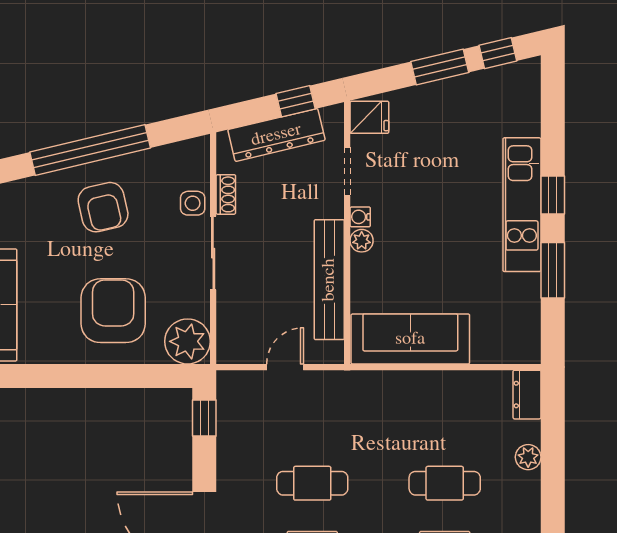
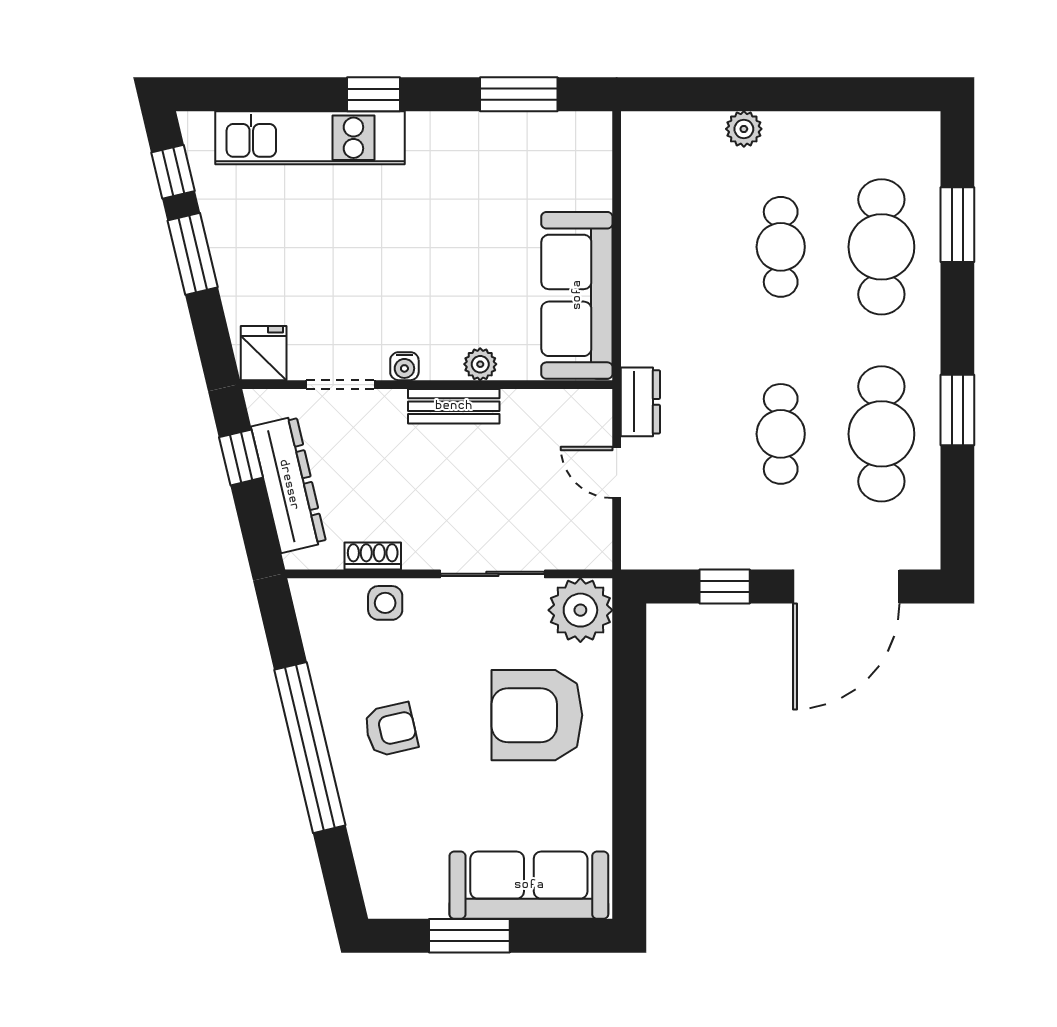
kitchen unit: (522, 205) -> (310, 138), moved
armchair: (103, 207) -> (391, 729), width x0.72, depth x0.72
plant: (362, 241) -> (480, 364), moved
sliding door: (213, 253) -> (492, 574), moved
window: (553, 270) -> (519, 94), moved
bench: (329, 280) -> (454, 406), width x0.54, depth x0.82
dresser: (527, 395) -> (640, 402), moved, turned -90
window: (204, 418) -> (725, 587), moved

